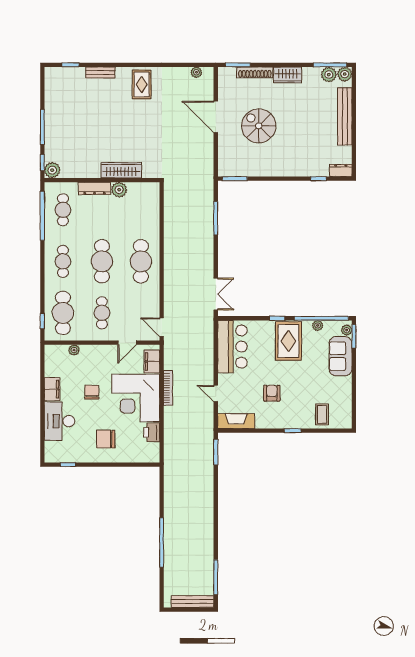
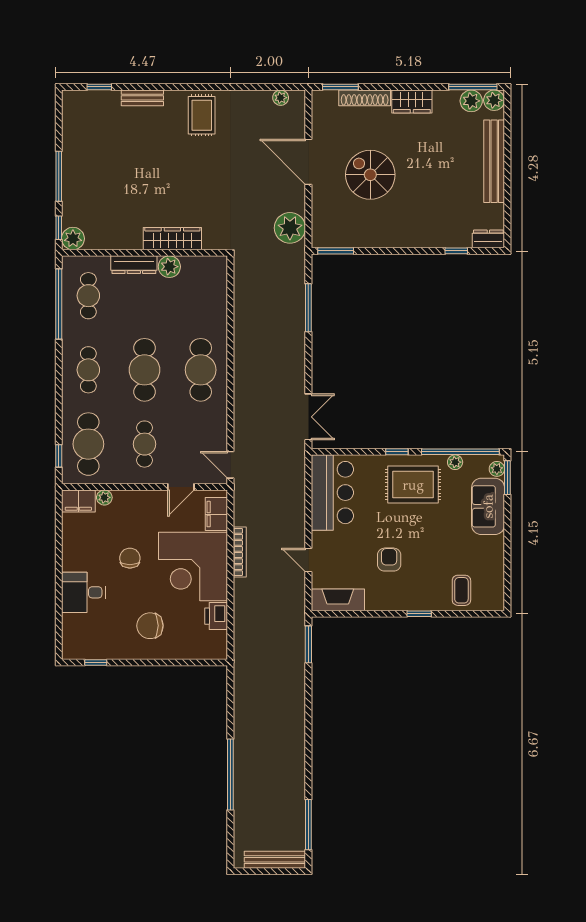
plant: (203, 163) -> (290, 228), added
rug: (288, 341) -> (413, 485), turned 90
filing cabinet: (52, 389) -> (78, 501), moved, turned 90
desk: (60, 421) -> (83, 592), width x0.73

